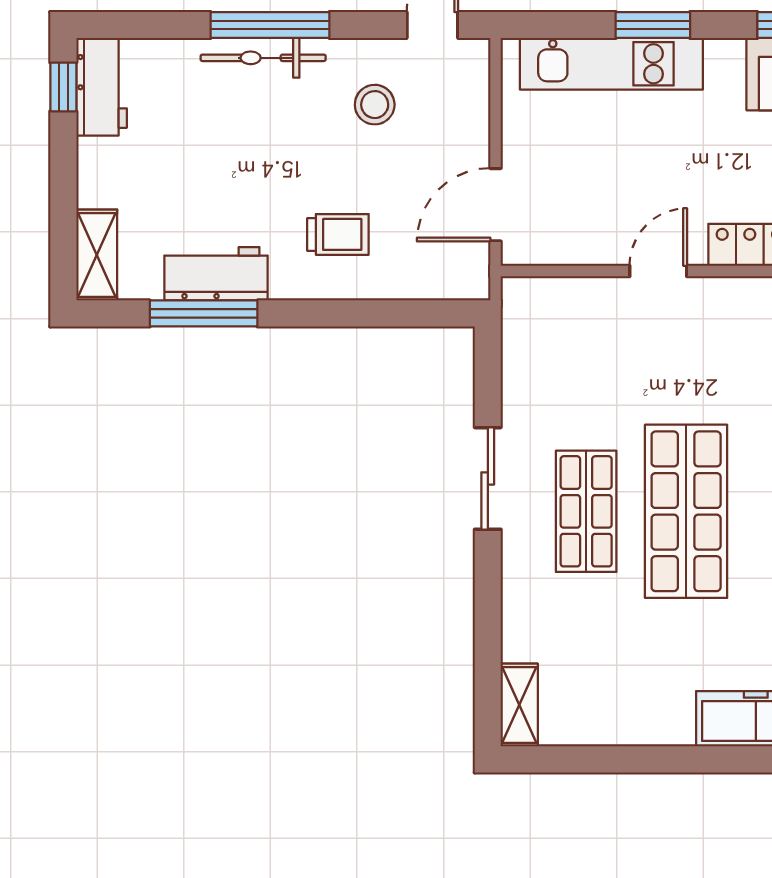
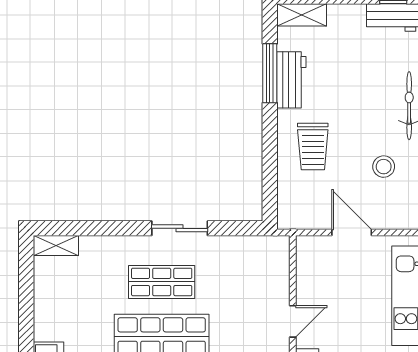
door: (496, 205) -> (352, 233), moved
trolley: (338, 234) -> (313, 146), width x1.36, depth x1.39
door: (658, 271) -> (293, 321), hinge flipped

